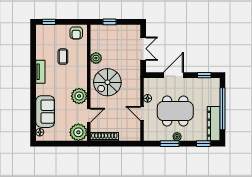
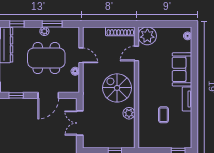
armchair: (76, 33) -> (150, 139), removed
spiral stairs: (107, 82) -> (117, 88), turned -90
plant: (79, 96) -> (147, 74), removed
sofa: (45, 112) -> (182, 69), moved

